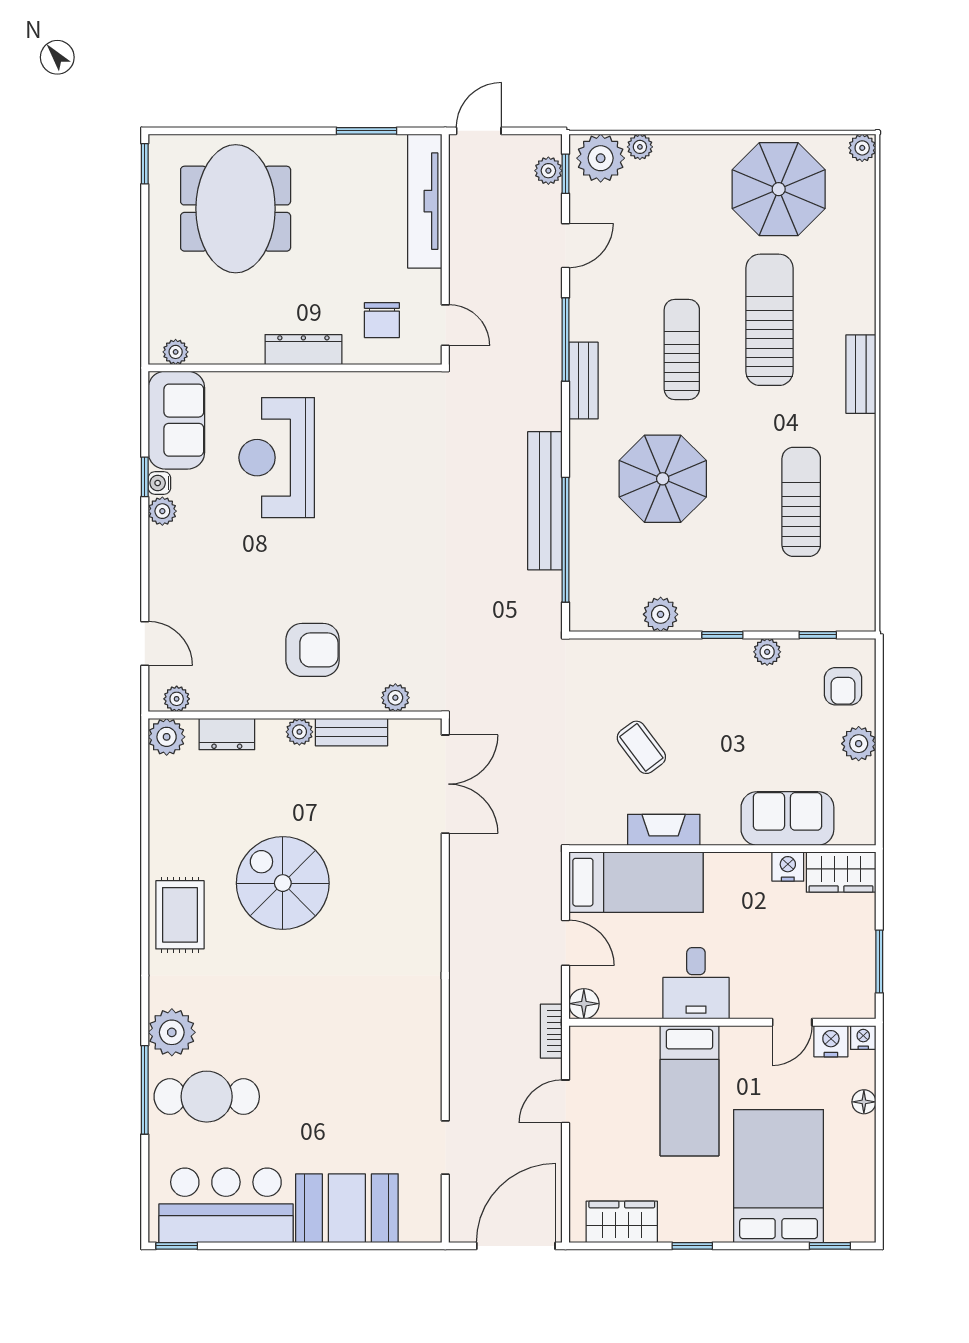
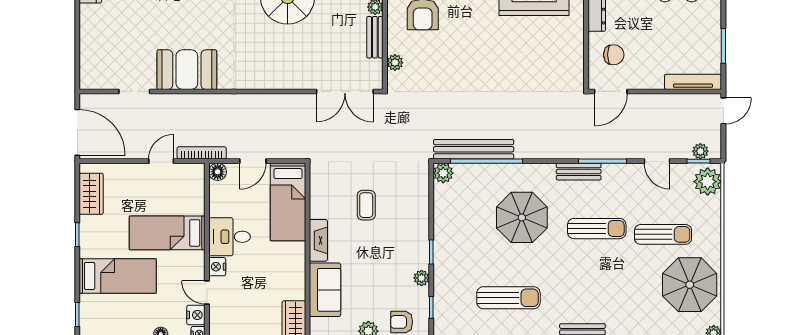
door: (479, 131) -> (723, 111), hinge flipped
plant: (640, 147) -> (714, 204), removed
tv unit: (425, 201) -> (693, 82), width x0.73, depth x0.78
chair: (382, 320) -> (614, 55), turned 180
sun lounger: (769, 320) -> (663, 234), moved, width x0.73, depth x0.75
door: (445, 325) -> (611, 91), width x1.38
bench: (545, 501) -> (474, 149), moved
plant: (661, 614) -> (443, 173), moved
coffee table: (641, 747) -> (366, 205), turned -53
fireplace: (664, 830) -> (318, 240), moved
nightstand: (788, 867) -> (217, 267), moved, turned 180
bookcase: (551, 1031) -> (202, 153), width x1.56
door: (565, 1101) -> (161, 161), hinge flipped
bed: (779, 1176) -> (118, 276), width x0.67
booth: (347, 1208) -> (187, 70), moved, turned 90

